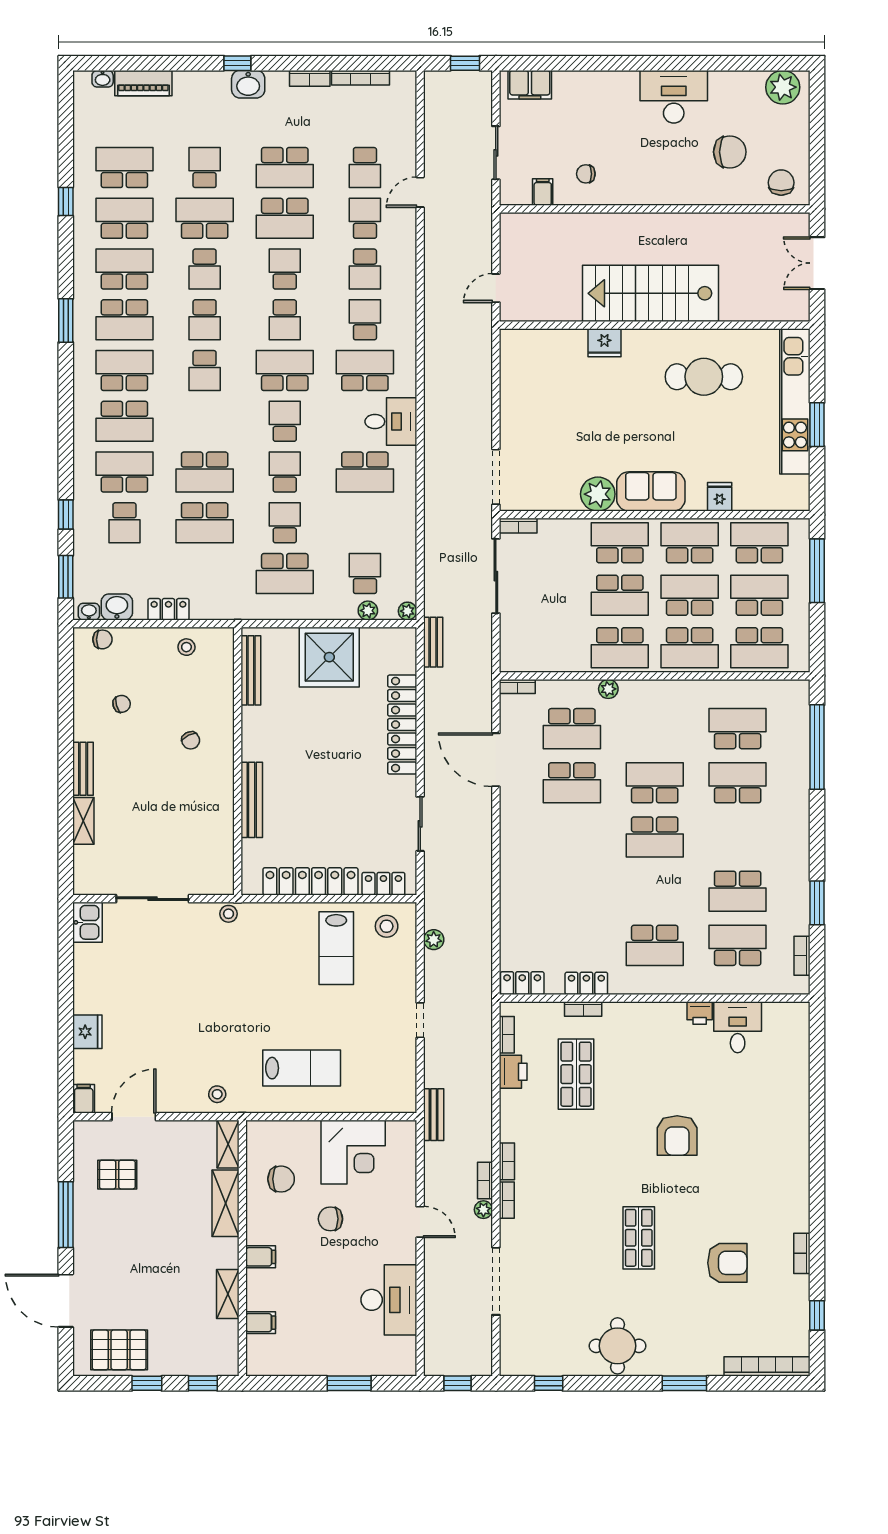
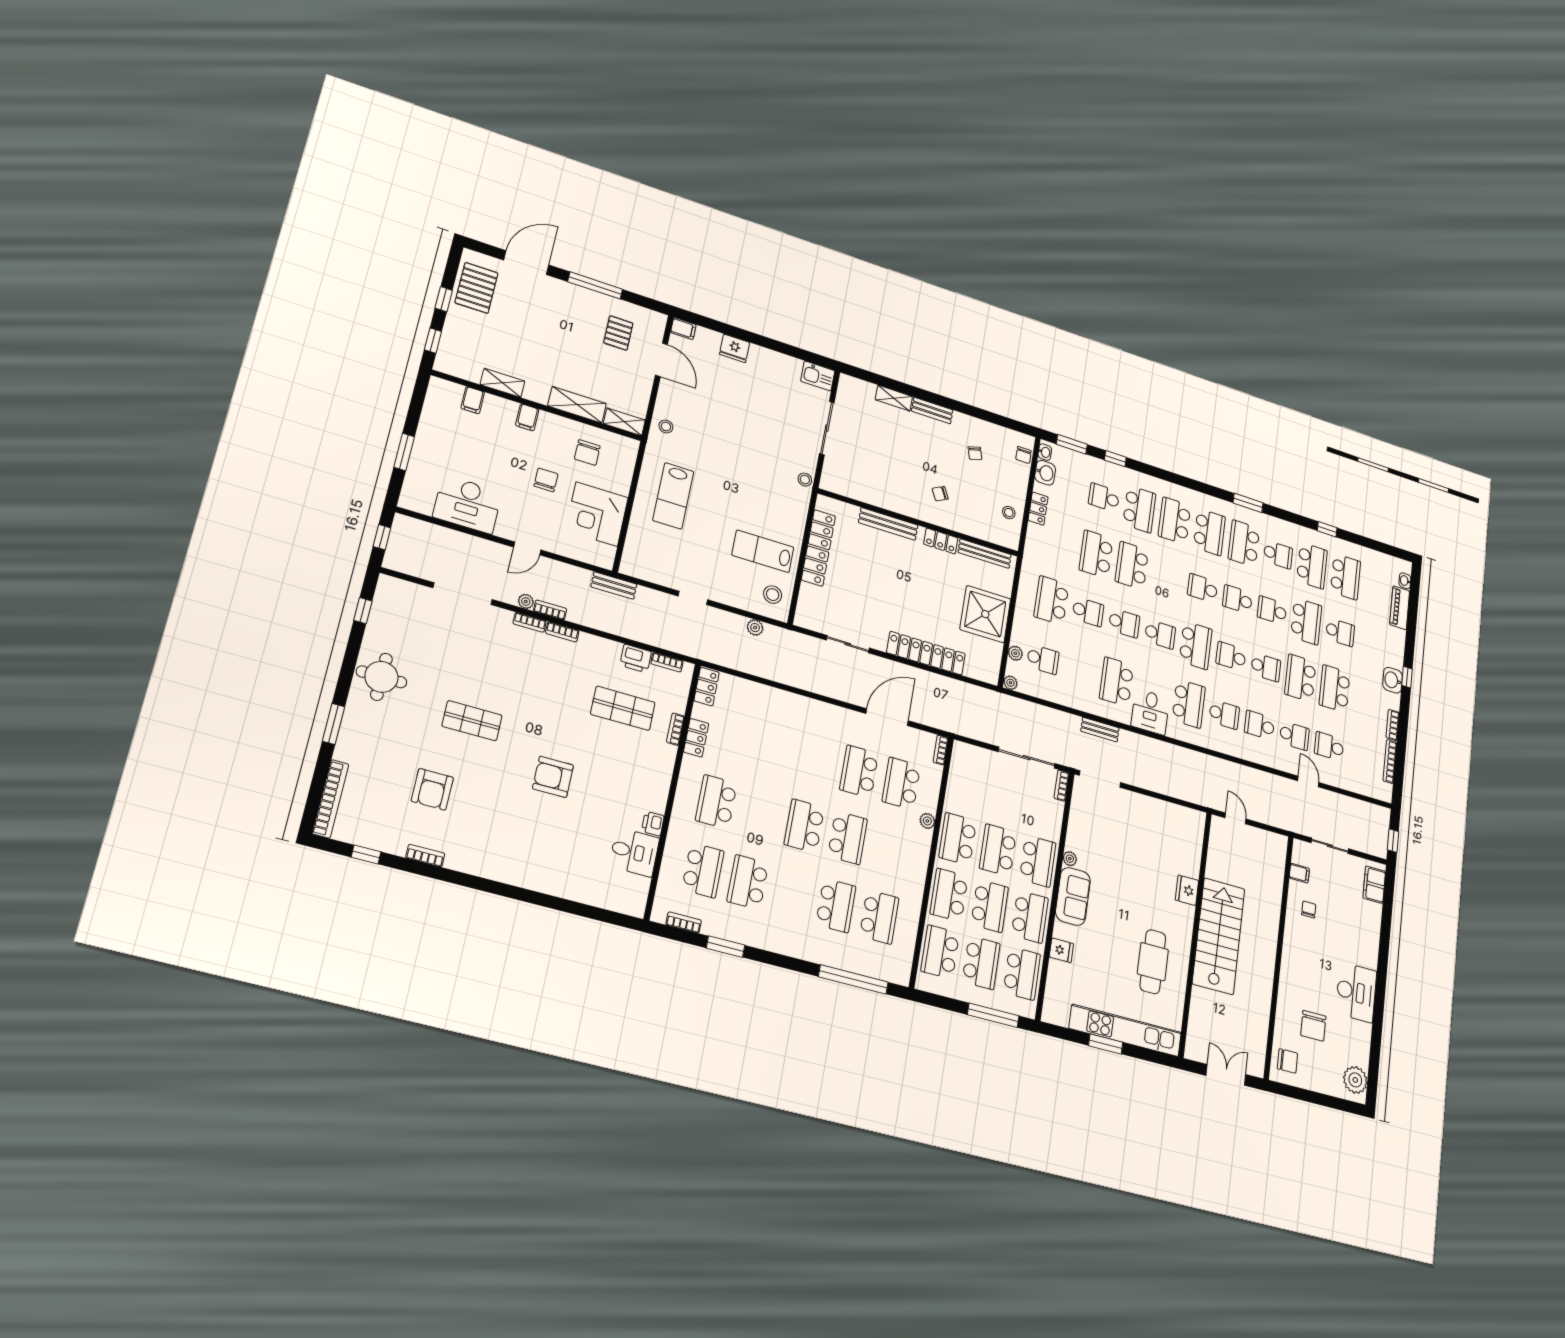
school desk: (124, 269) -> (1278, 555), width x0.54
plant: (598, 494) -> (1070, 859), width x0.53, depth x0.53
bench: (433, 642) -> (1100, 730), moved
locker: (383, 884) -> (941, 541), moved, turned 90

